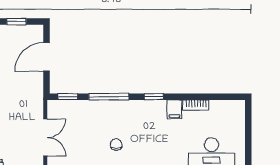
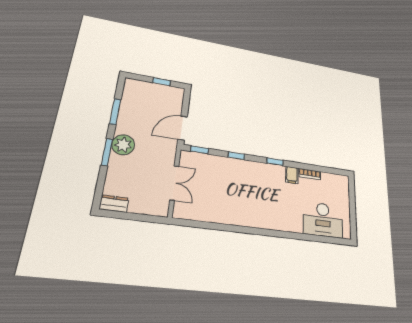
door: (47, 57) -> (183, 128), moved
window: (109, 97) -> (236, 156), width x0.46
chair: (116, 144) -> (240, 198), removed

